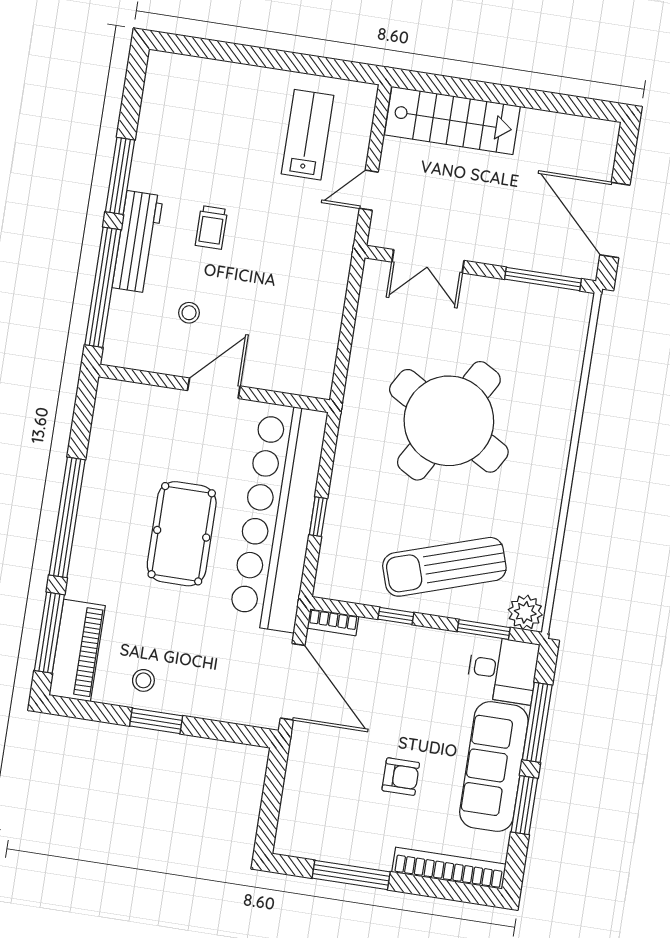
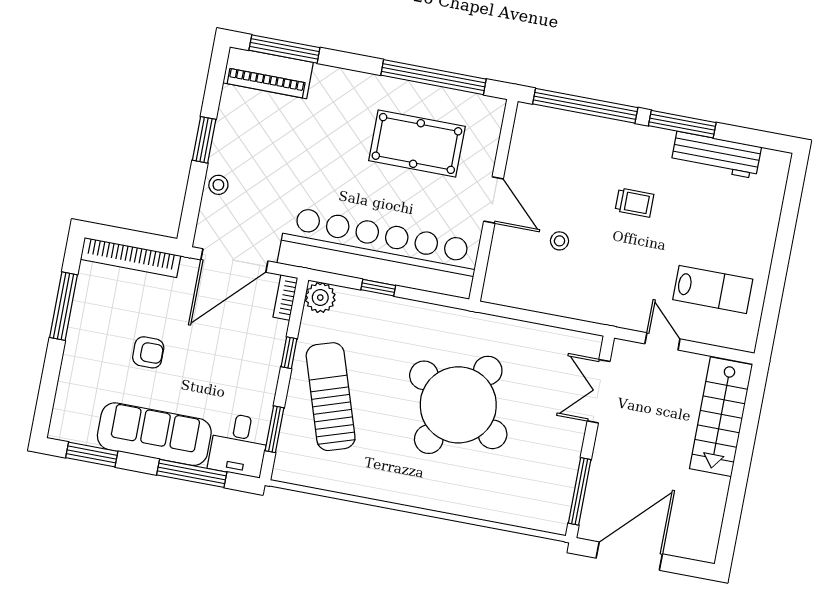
trolley: (211, 227) -> (634, 203), turned 180
workbench: (138, 242) -> (716, 155), moved
stool: (189, 313) -> (560, 241), moved
window: (67, 517) -> (433, 77), moved
pool table: (182, 534) -> (417, 143), moved
plant: (525, 612) -> (320, 298), moved
stool: (143, 680) -> (218, 185), moved
armchair: (401, 777) -> (148, 352), turned -90
window: (524, 805) -> (92, 454), moved
bookcase: (449, 868) -> (131, 258), moved, turned 90

